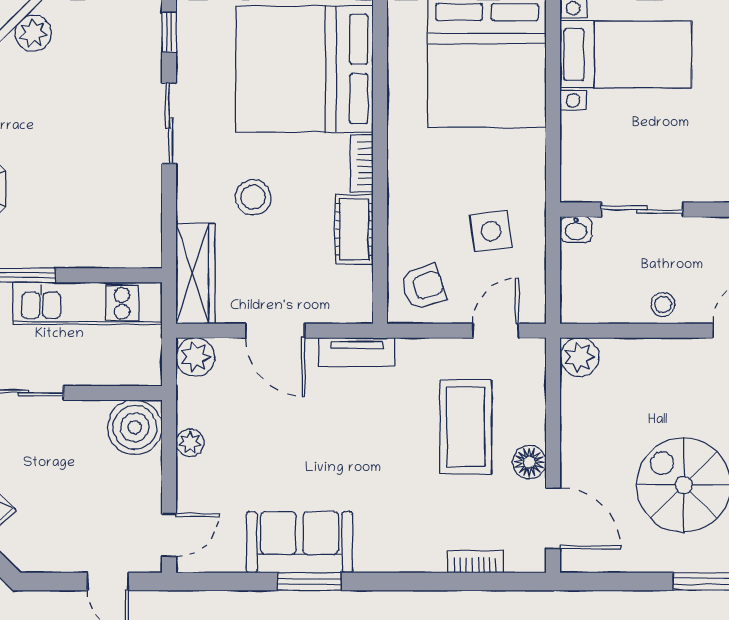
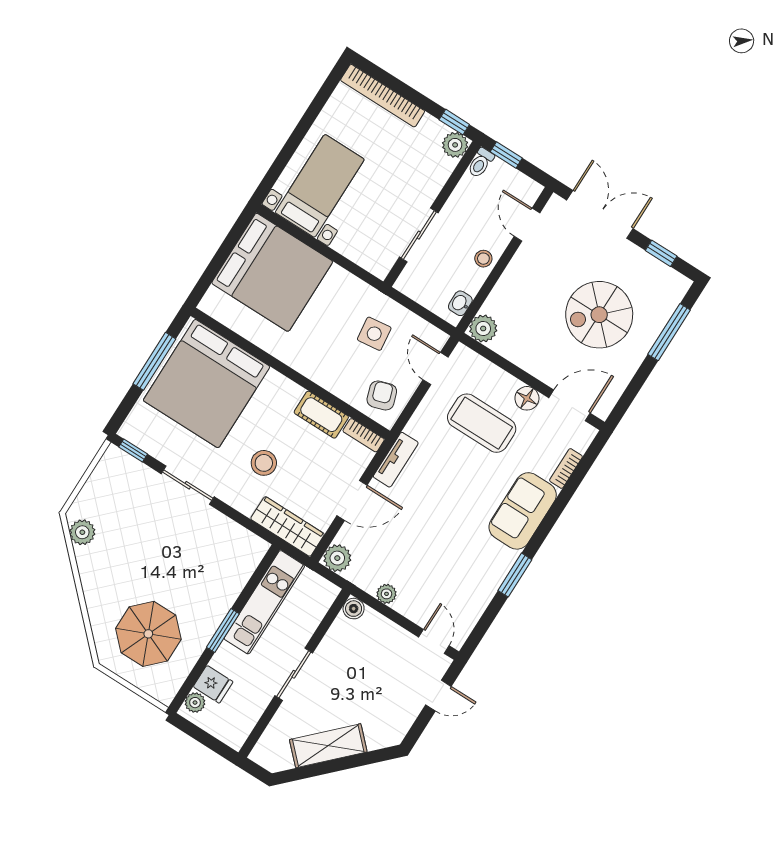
bookcase: (362, 163) -> (364, 435), moved
washbasin: (576, 230) -> (460, 303), moved, turned 180
boiler: (135, 427) -> (354, 609), width x0.54, depth x0.54
sofa: (300, 542) -> (523, 511), moved

